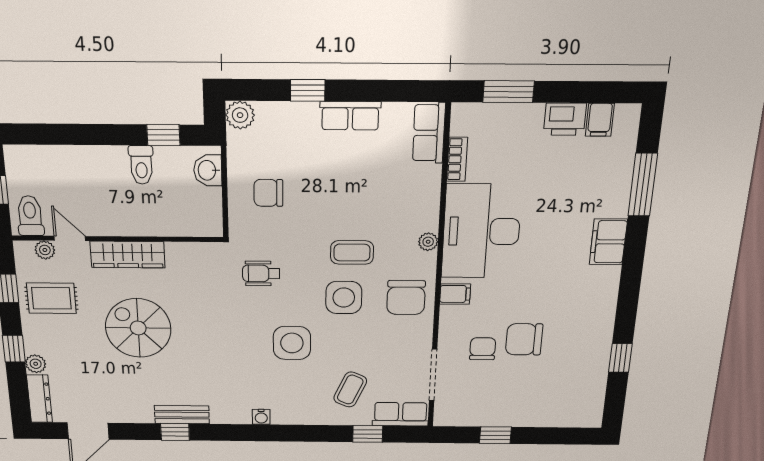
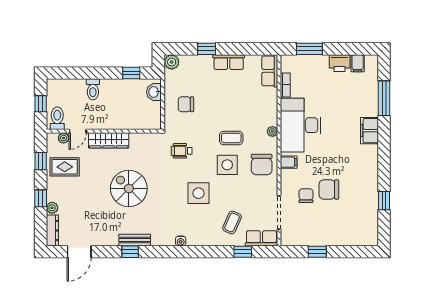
toilet: (141, 165) -> (93, 89), moved
door: (70, 238) -> (78, 131), swing flipped
spiral stairs: (138, 328) -> (129, 188), moved

